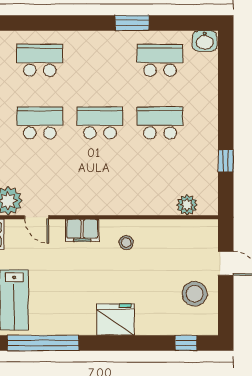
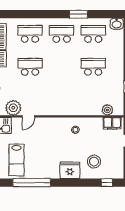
school desk: (100, 123) -> (62, 34), moved
door: (37, 217) -> (28, 116), hinge flipped
filing cabinet: (82, 230) -> (112, 123), moved
stool: (195, 294) -> (94, 162), moved

